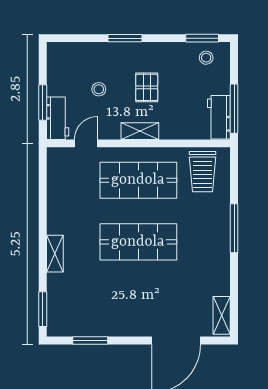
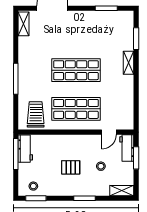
pallet: (147, 87) -> (71, 167), turned 90
shelving: (140, 131) -> (122, 191), moved
window: (43, 309) -> (136, 39), moved

